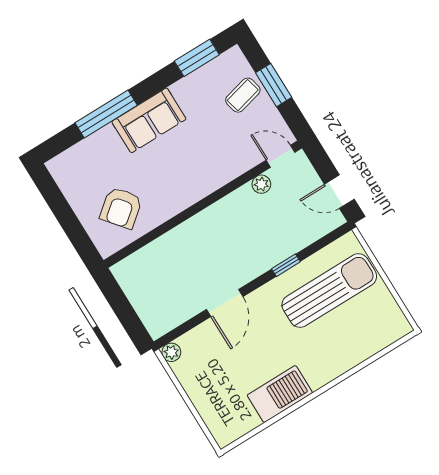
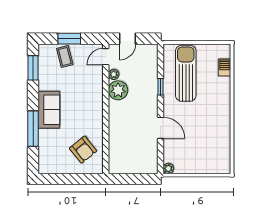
door: (339, 192) -> (127, 39), moved
plant: (242, 205) -> (118, 90), added
barbecue: (280, 394) -> (225, 67), moved, width x0.53, depth x0.65

